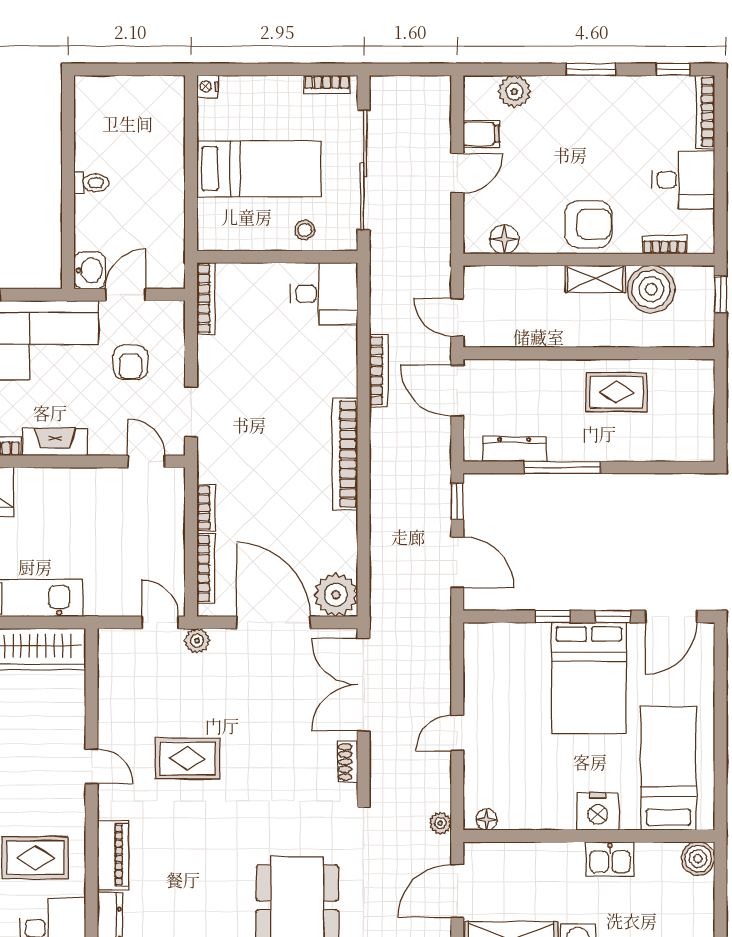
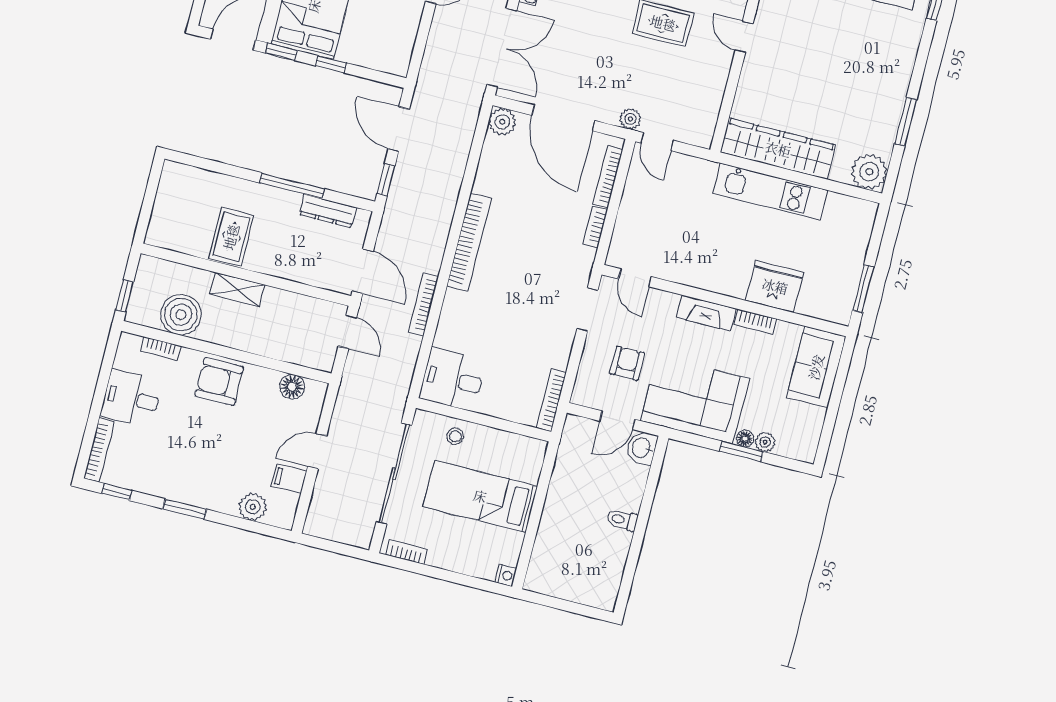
shelving: (595, 279) -> (238, 290), moved
rug: (616, 392) -> (231, 237), turned 90
plant: (336, 595) -> (502, 122), width x0.73, depth x0.73

